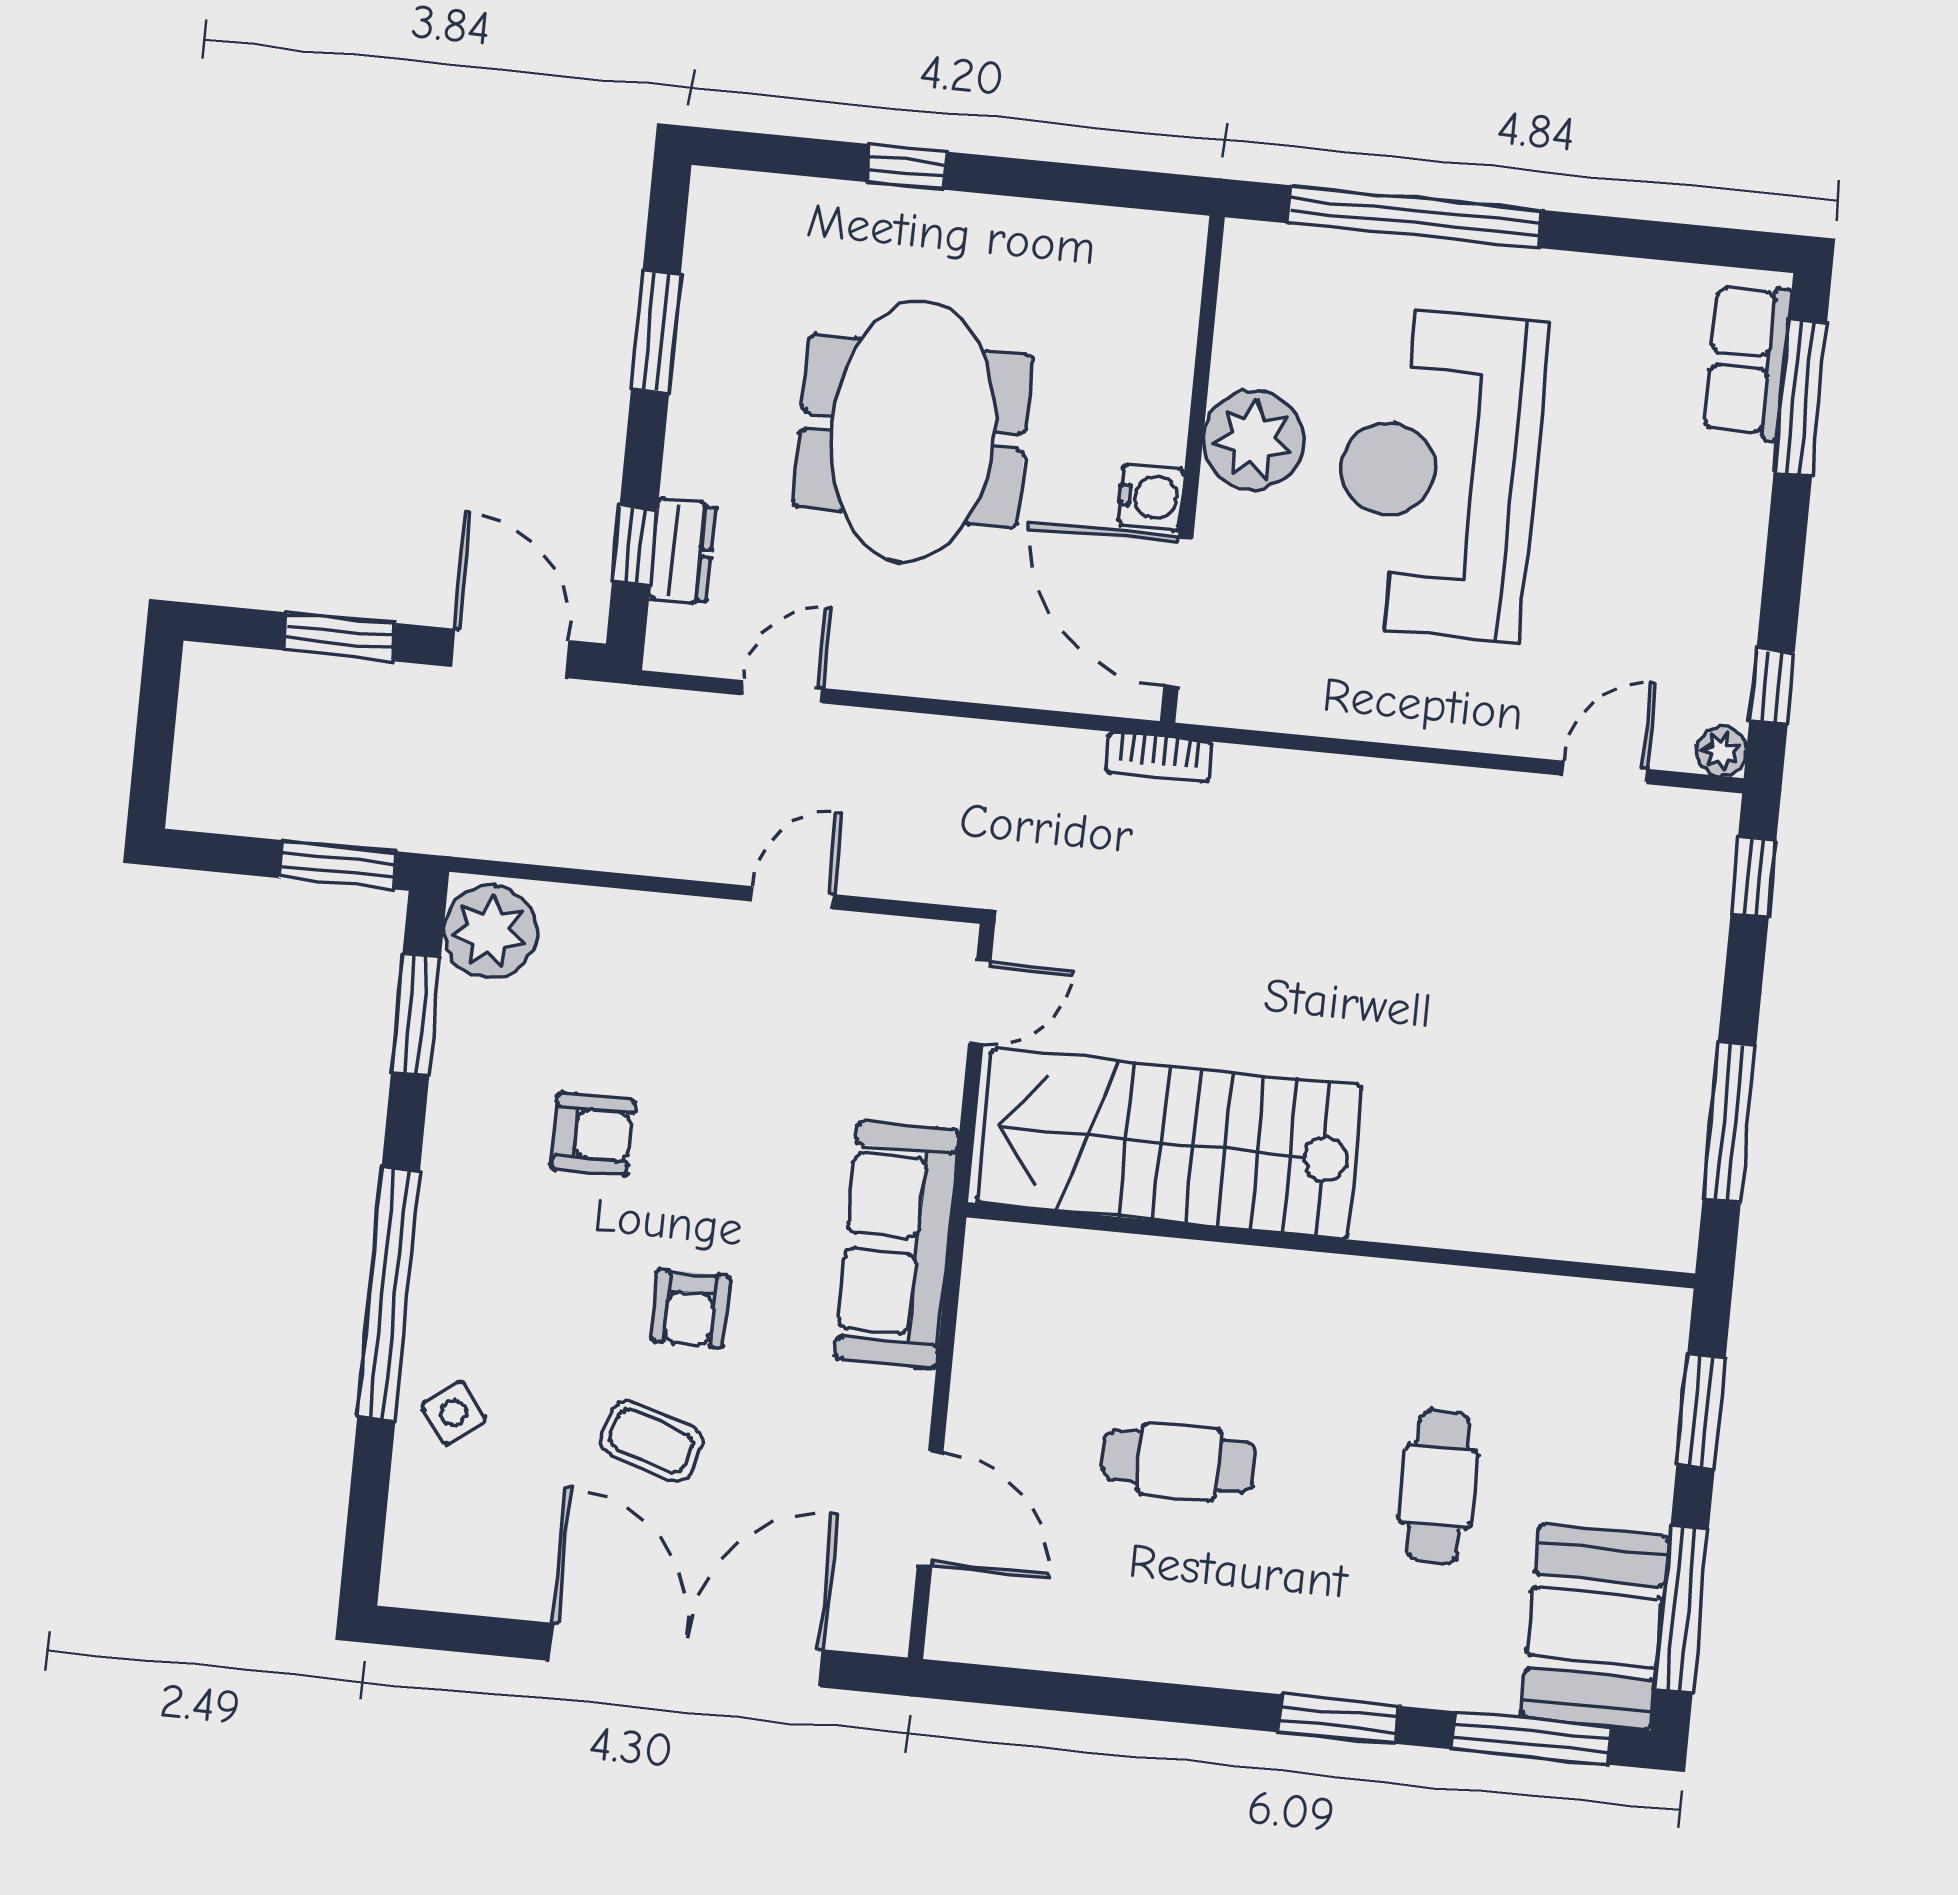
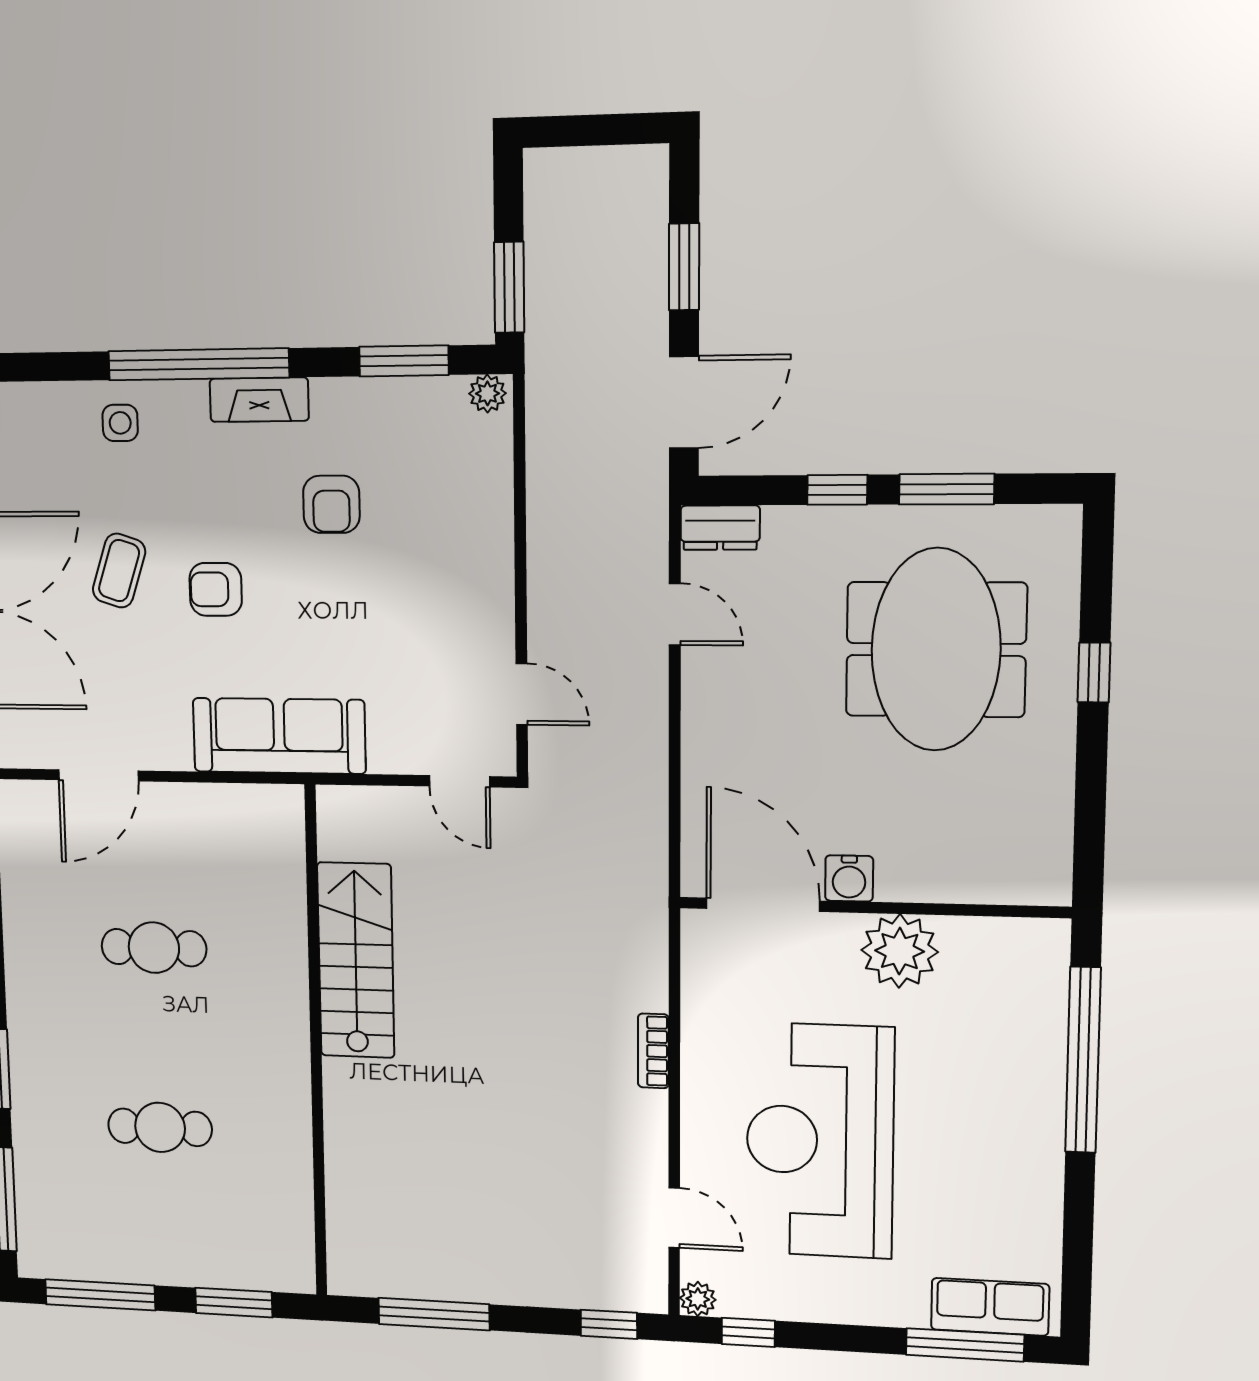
meeting table: (913, 431) -> (936, 650), moved, turned 90
reception desk: (1438, 474) -> (820, 1141), moved, turned -90
window: (635, 545) -> (837, 490), moved
dresser: (683, 551) -> (720, 528), moved
door: (1178, 613) -> (763, 905), hinge flipped
bookcase: (1158, 757) -> (653, 1051), moved
door: (792, 898) -> (522, 694), moved
plant: (490, 932) -> (487, 393), width x0.53, depth x0.53
stairs: (1169, 1144) -> (356, 960), width x0.73, depth x0.66
fireplace: (444, 1216) -> (259, 400), added
side table: (454, 1413) -> (120, 423), turned 38
cafe table: (1179, 1461) -> (154, 948), turned 90
booth: (1595, 1627) -> (80, 1238), removed

